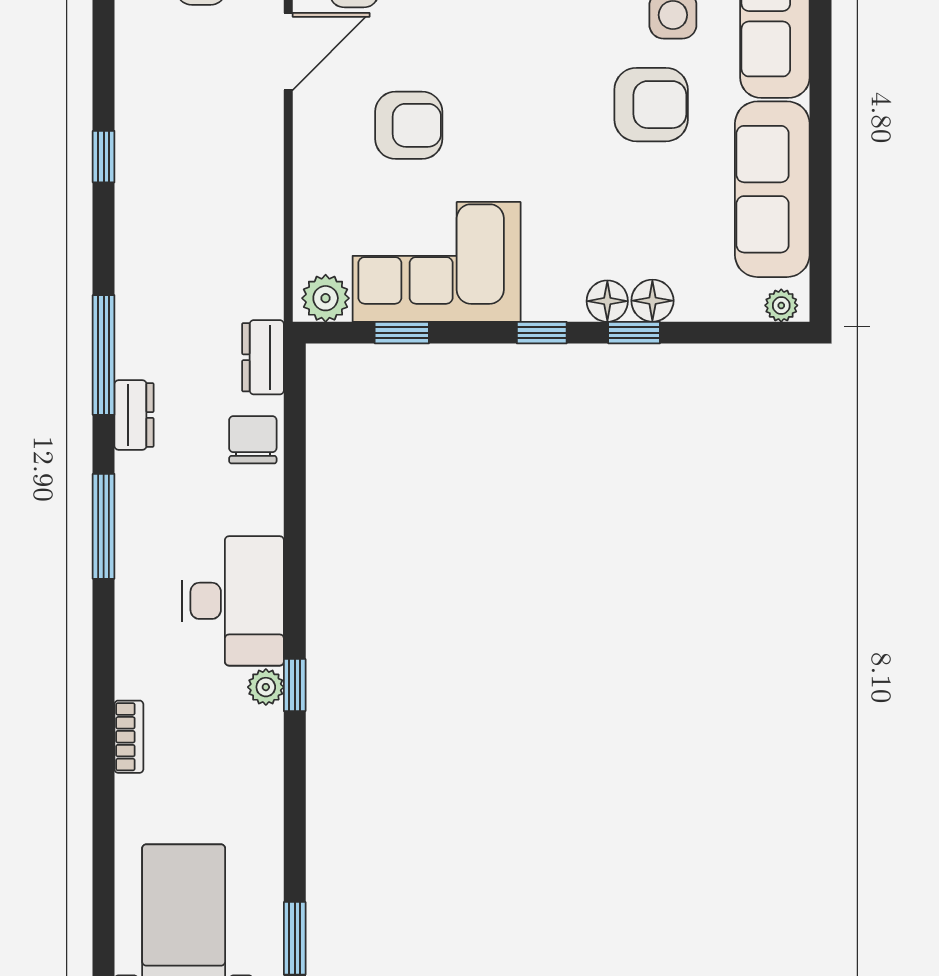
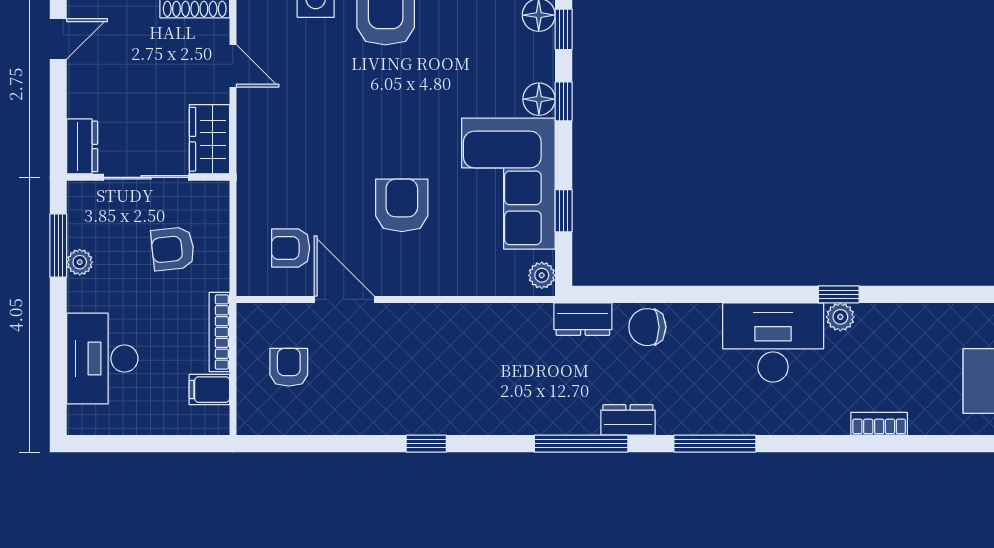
plant: (326, 298) -> (542, 275), width x0.73, depth x0.73
floor lamp: (607, 301) -> (539, 99), moved

